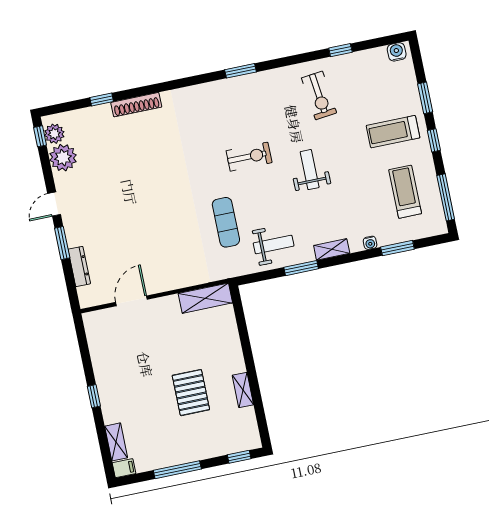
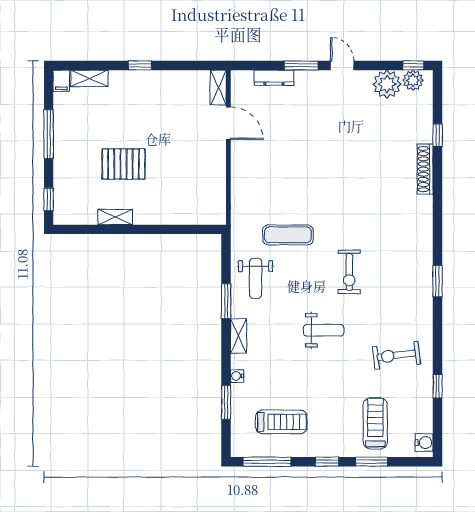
treadmill: (393, 132) -> (375, 423), moved
shelving: (205, 298) -> (218, 88), moved, width x0.67, depth x0.75

